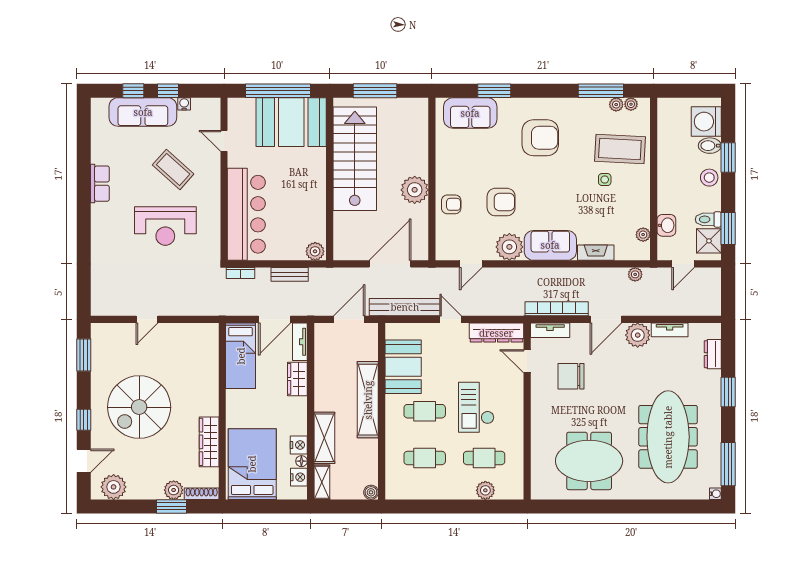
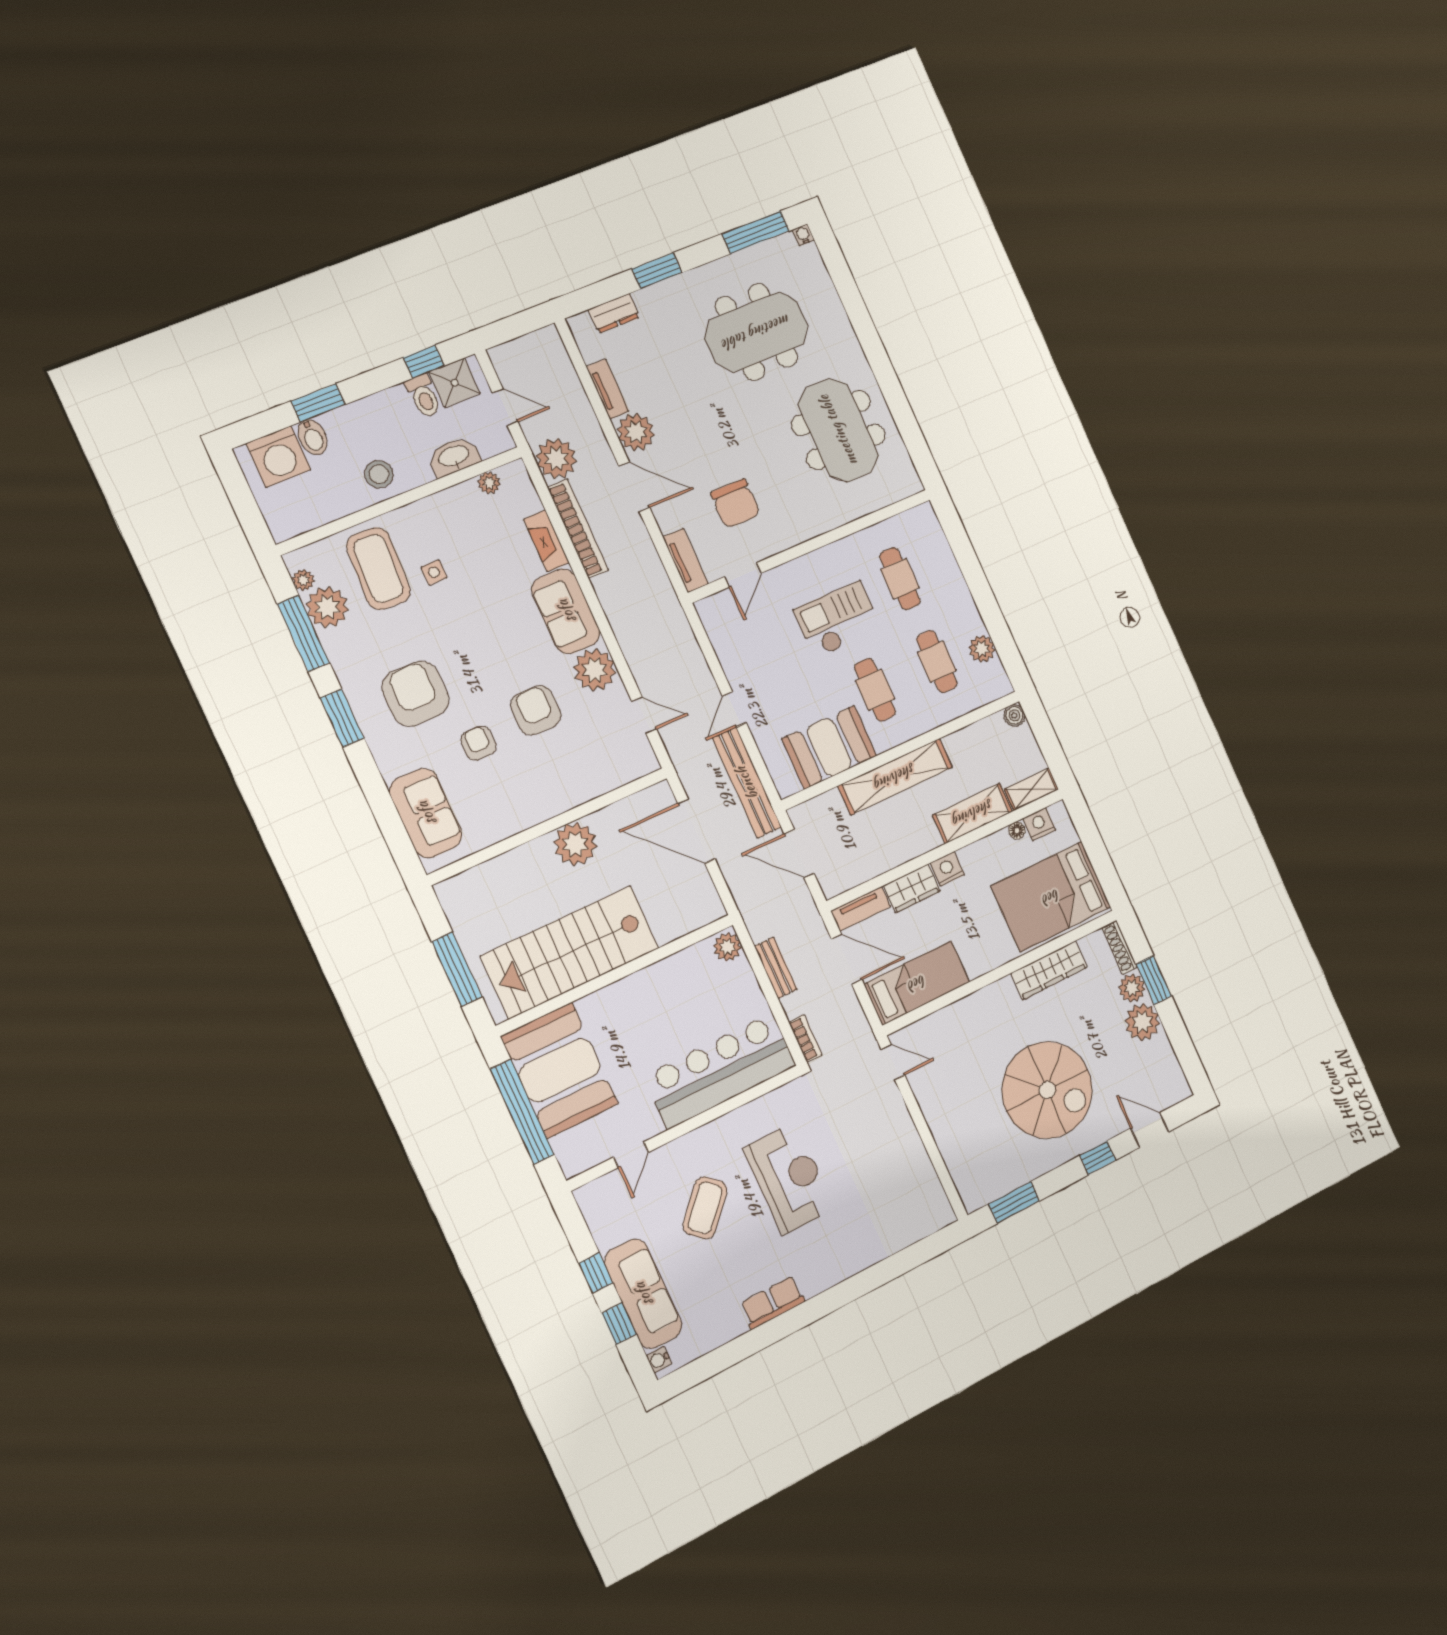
window: (494, 91) -> (342, 718), moved
water cooler: (184, 104) -> (659, 1360), moved
plant: (616, 105) -> (327, 607), width x1.88, depth x1.88
stool: (709, 178) -> (379, 474), moved
armchair: (451, 204) -> (478, 743), moved
washbasin: (666, 225) -> (454, 457), width x1.38
window: (728, 229) -> (424, 362), width x0.67
plant: (635, 274) -> (556, 458), width x1.88, depth x1.88
bookcase: (557, 309) -> (578, 529), moved, turned 180
door: (147, 319) -> (893, 1062), moved
dresser: (496, 333) -> (723, 636), removed
checkout: (476, 407) -> (838, 620), turned 180
meeting table: (668, 437) -> (756, 332), width x0.73
nightstand: (299, 445) -> (947, 869), moved
plant: (114, 487) -> (1142, 1022), moved
plant: (485, 490) -> (982, 649), moved

